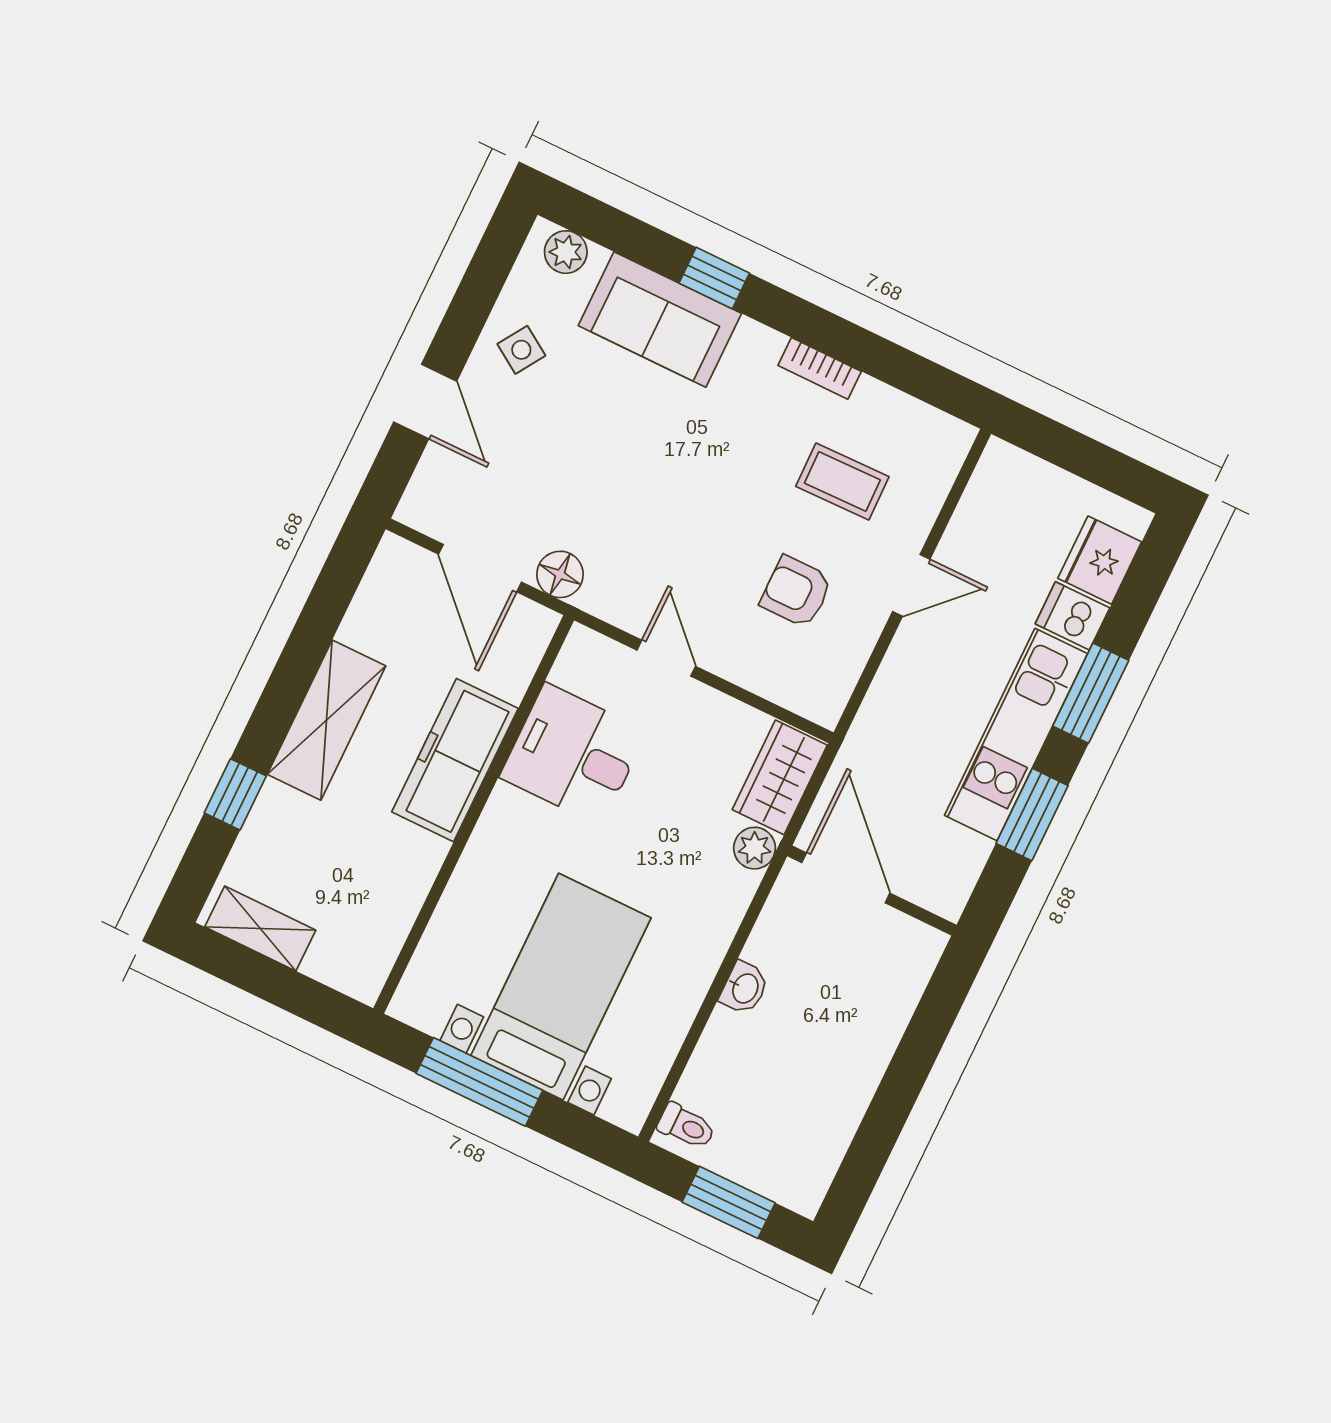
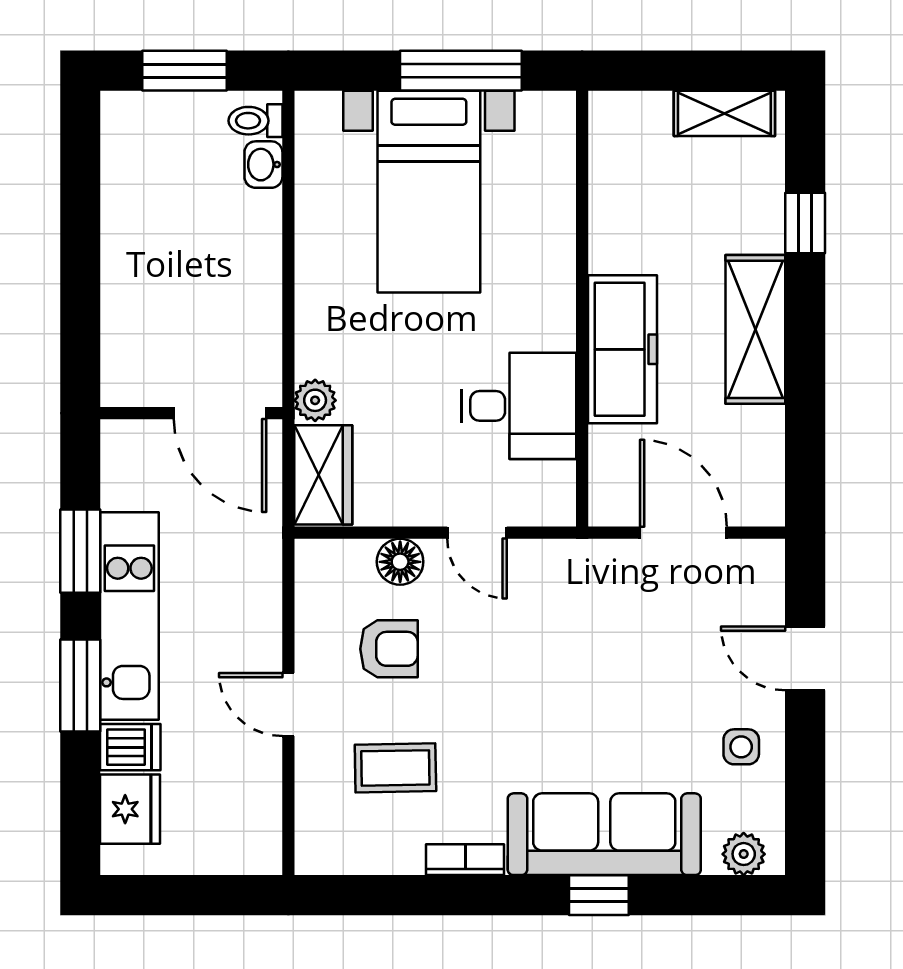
sofa: (660, 319) -> (604, 834), width x1.36
side table: (521, 350) -> (741, 747), turned -33
floor lamp: (560, 574) -> (400, 562), moved
door: (911, 585) -> (288, 705), hinge flipped
washbasin: (744, 988) -> (263, 165), moved

